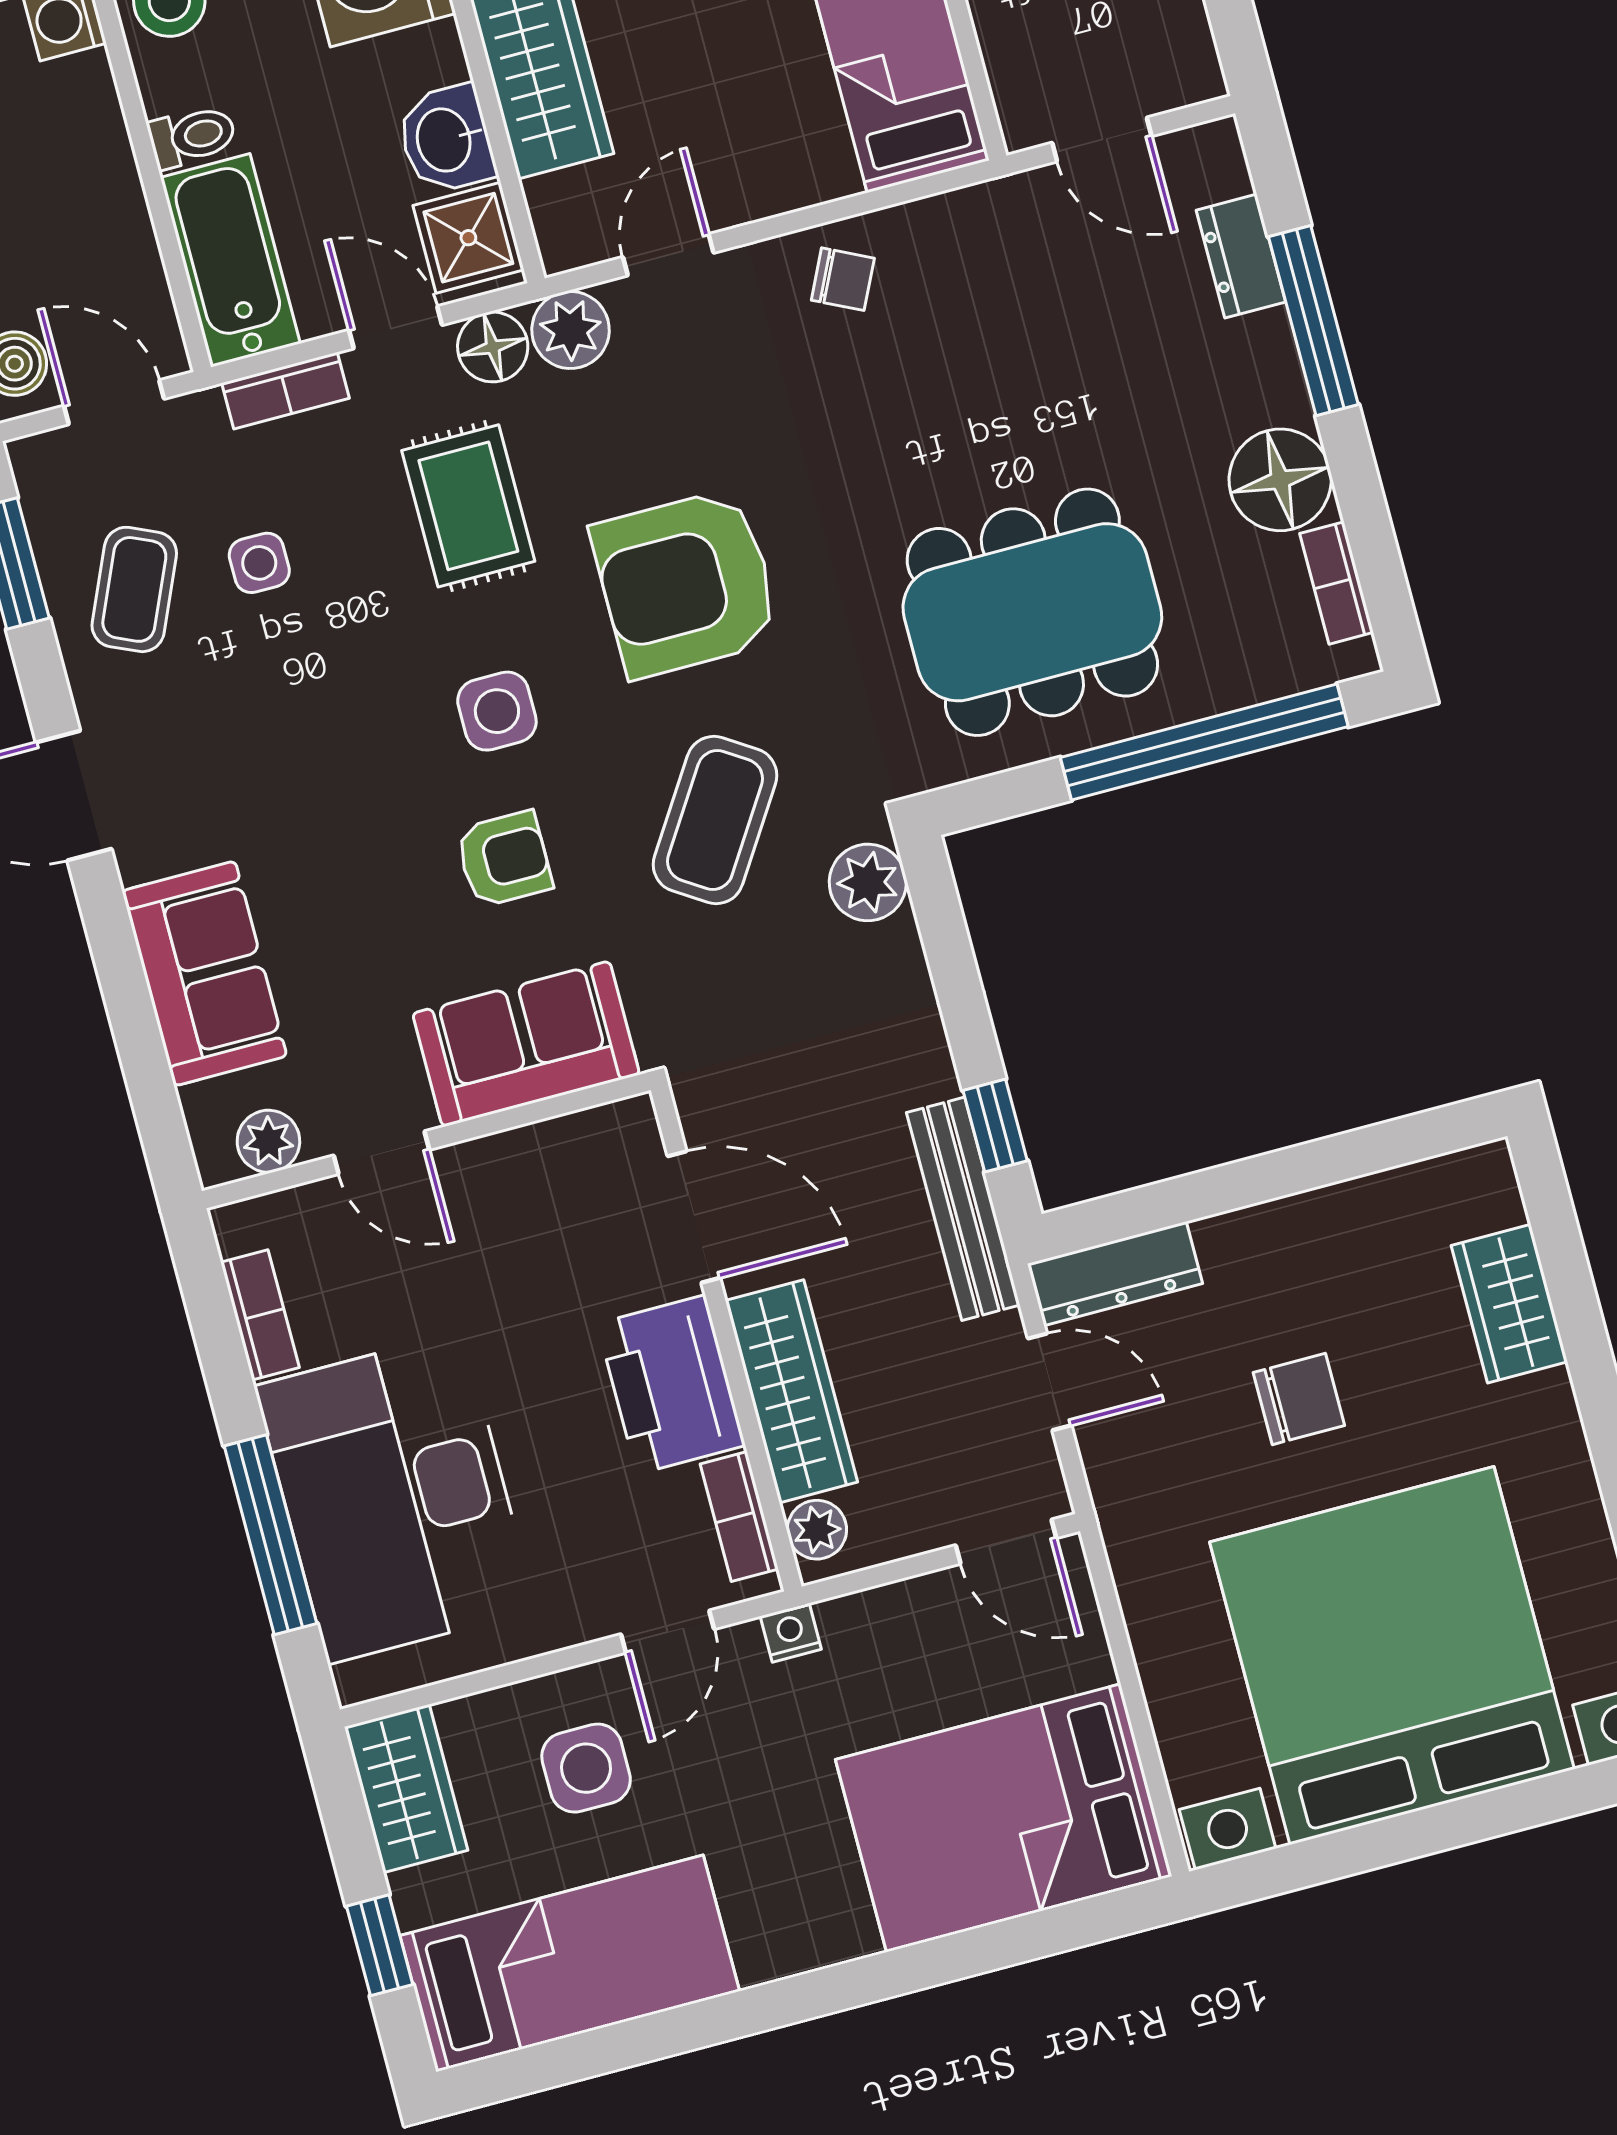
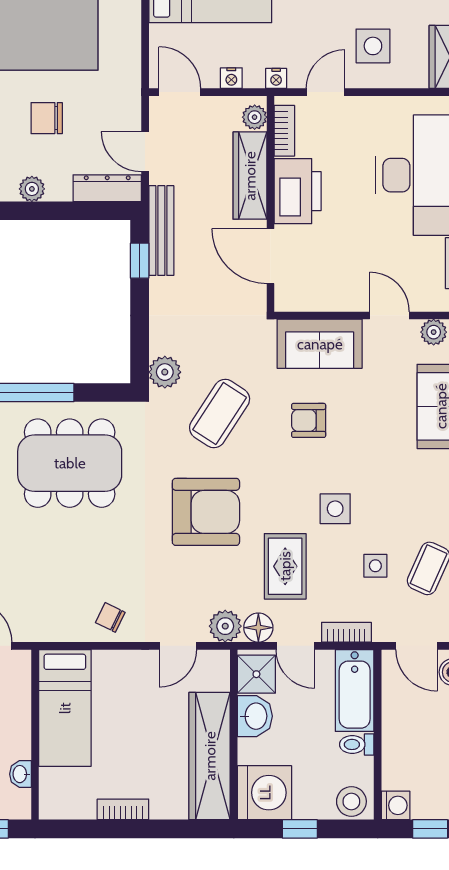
side table: (497, 711) -> (335, 509), moved
plant: (1289, 1226) -> (32, 189), added
nightstand: (895, 1606) -> (231, 78), added

